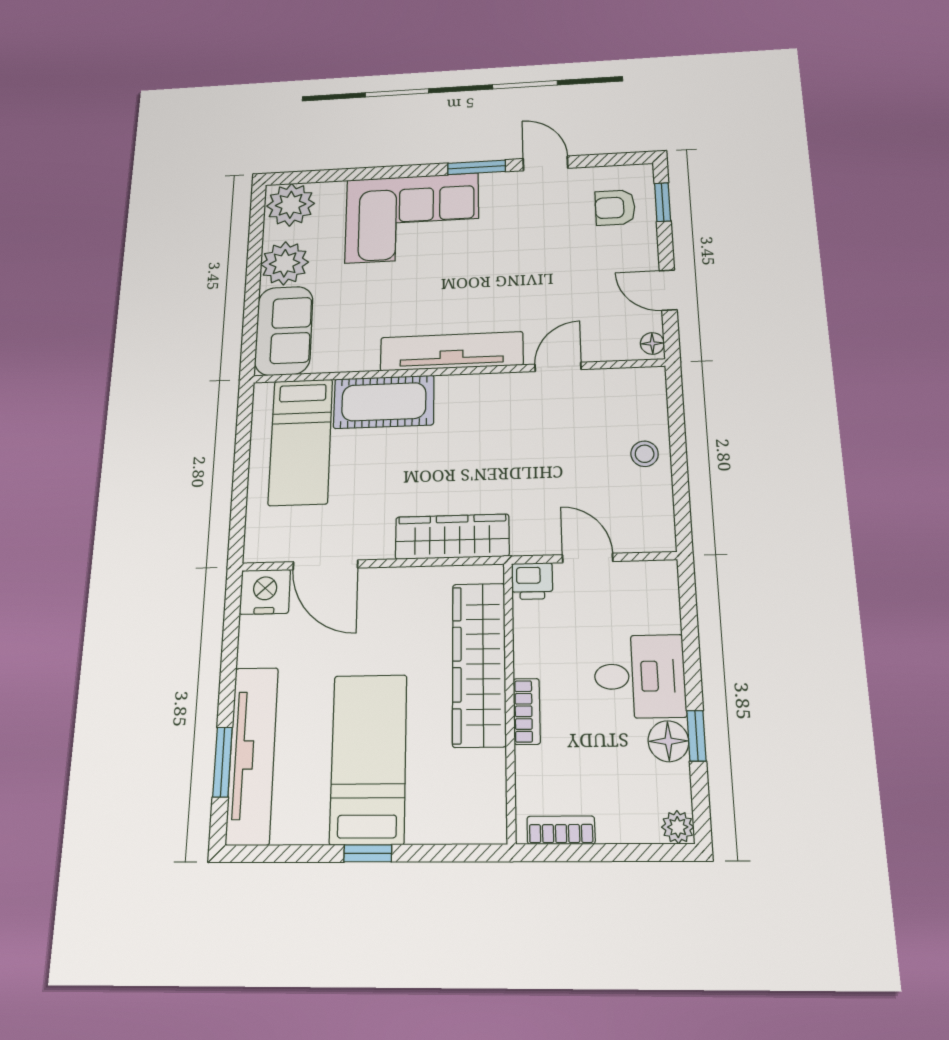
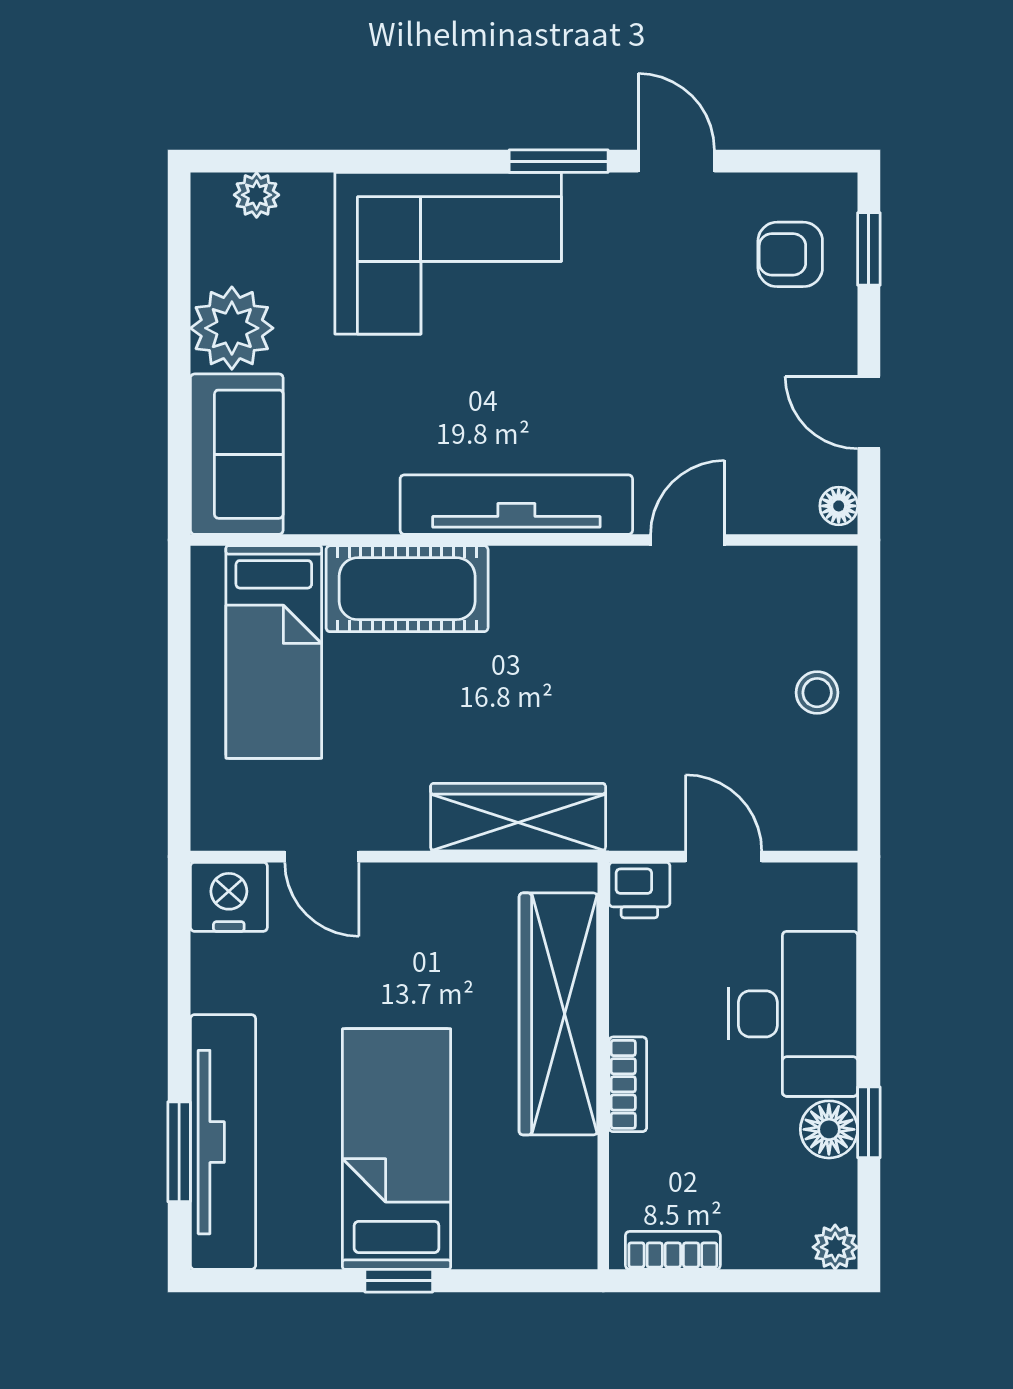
plant: (291, 205) -> (257, 195), width x0.53, depth x0.53
door: (325, 565) -> (322, 857), width x0.73
desk: (640, 676) -> (793, 1014), width x1.37

